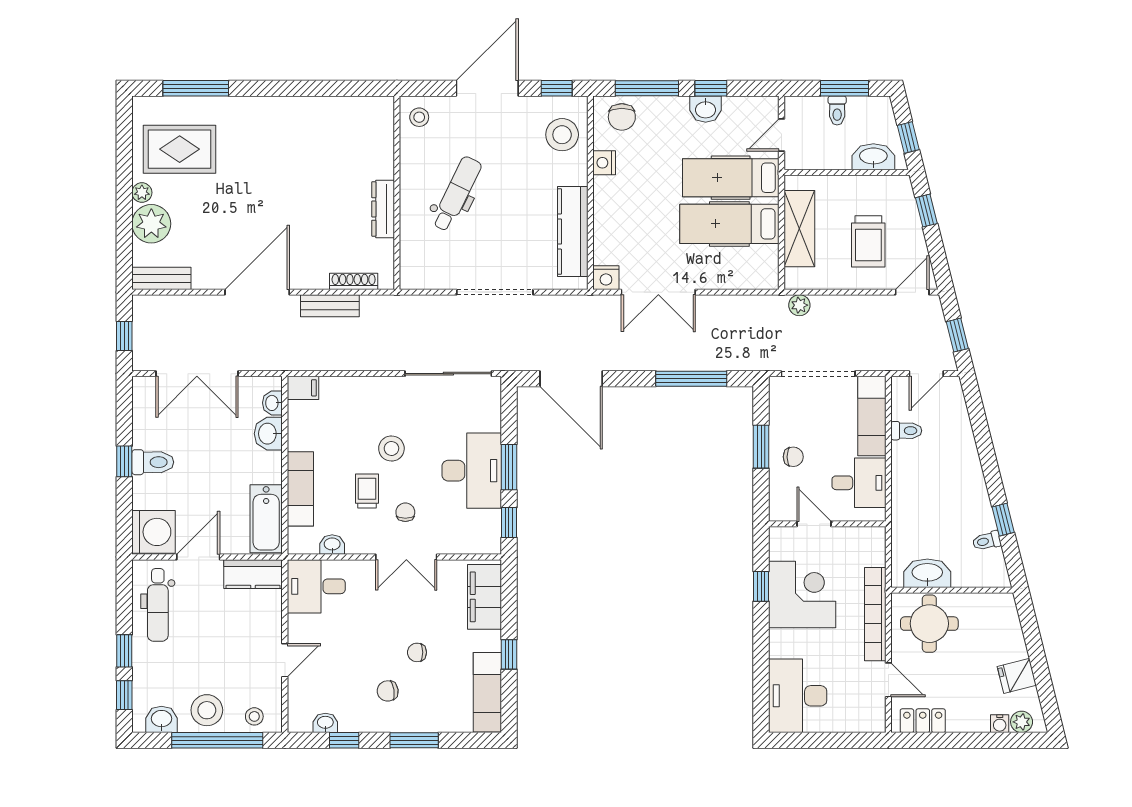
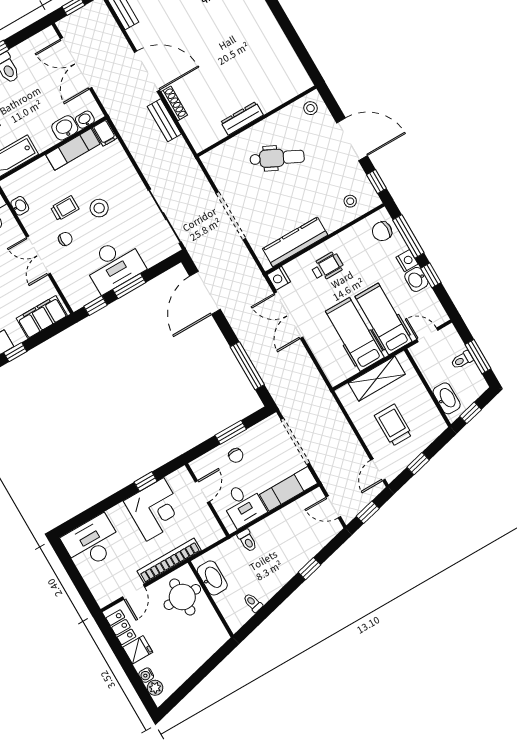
stool: (562, 135) -> (350, 201), width x0.53, depth x0.53
nightstand: (604, 163) -> (407, 261), moved, turned 90
wheelchair: (626, 210) -> (327, 267), added
window: (926, 211) -> (418, 464), moved
trolley: (868, 241) -> (393, 425), turned 90
shoe rack: (354, 281) -> (174, 103), moved
door: (912, 292) -> (378, 470), swing flipped
plant: (799, 305) -> (330, 406), removed
toilet: (906, 431) -> (247, 541), moved
exam couch: (300, 489) -> (73, 149), moved
window: (1003, 520) -> (310, 569), moved
fridge: (1017, 676) -> (138, 650), moved, turned 104

